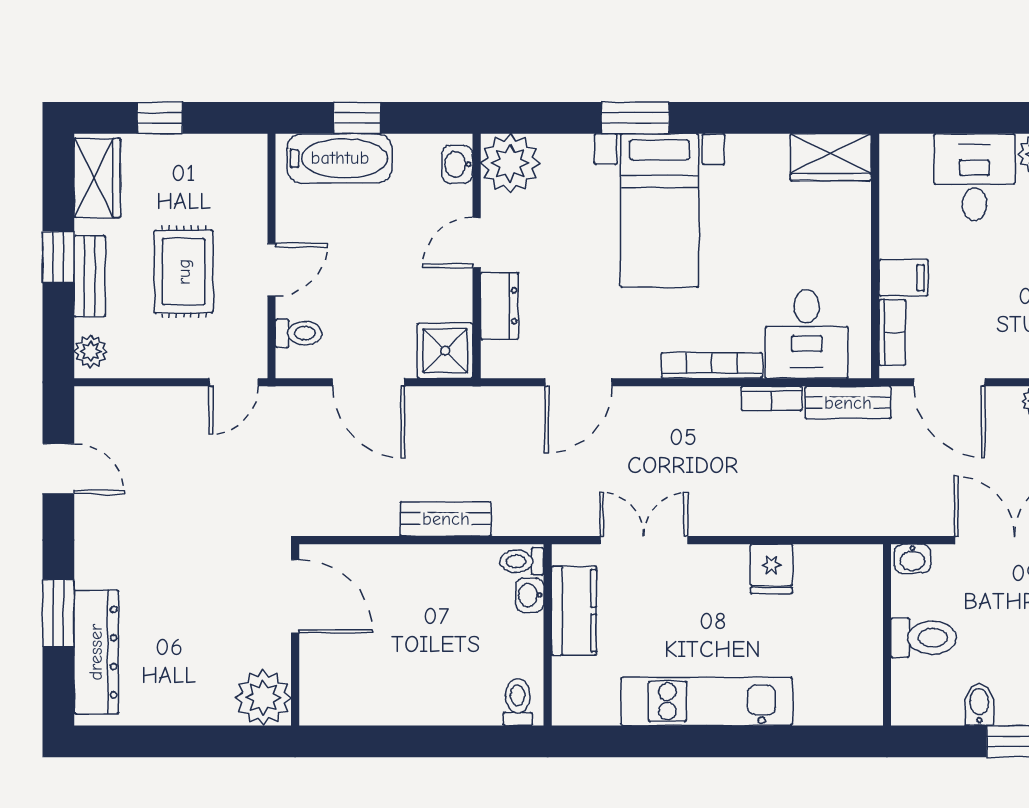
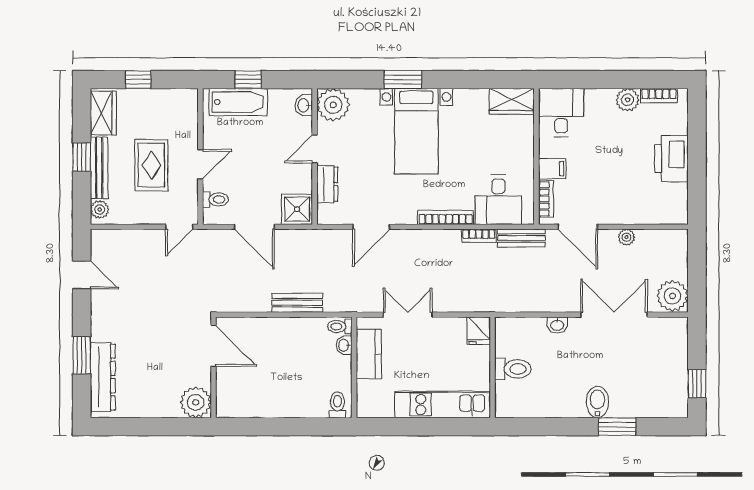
desk: (974, 177) -> (561, 113), moved
bench: (90, 276) -> (99, 168), width x1.36
wall: (887, 635) -> (493, 367), moved
toilet: (924, 638) -> (513, 369), moved
bidet: (979, 704) -> (597, 402), width x1.38, depth x1.36

